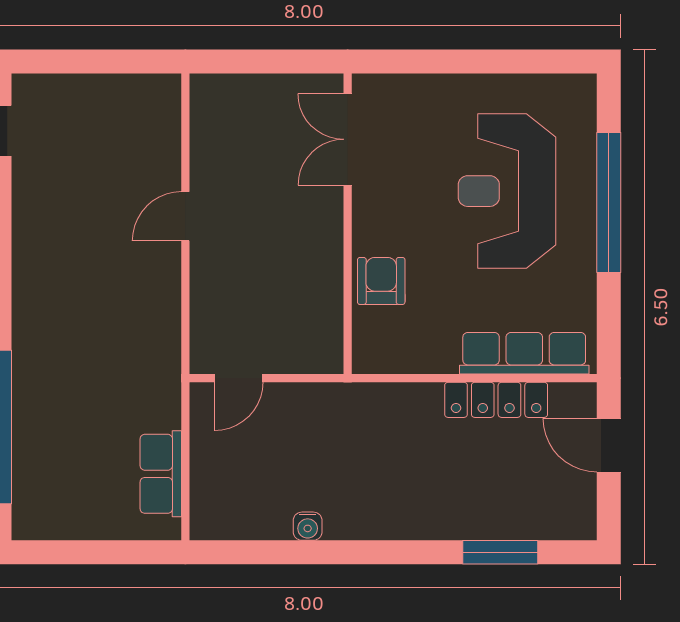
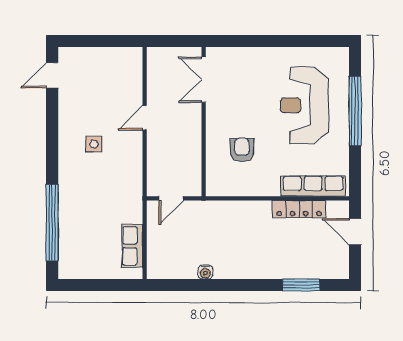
double door: (348, 139) -> (204, 80), moved
wall: (348, 224) -> (204, 122), moved
side table: (84, 269) -> (94, 144), added

